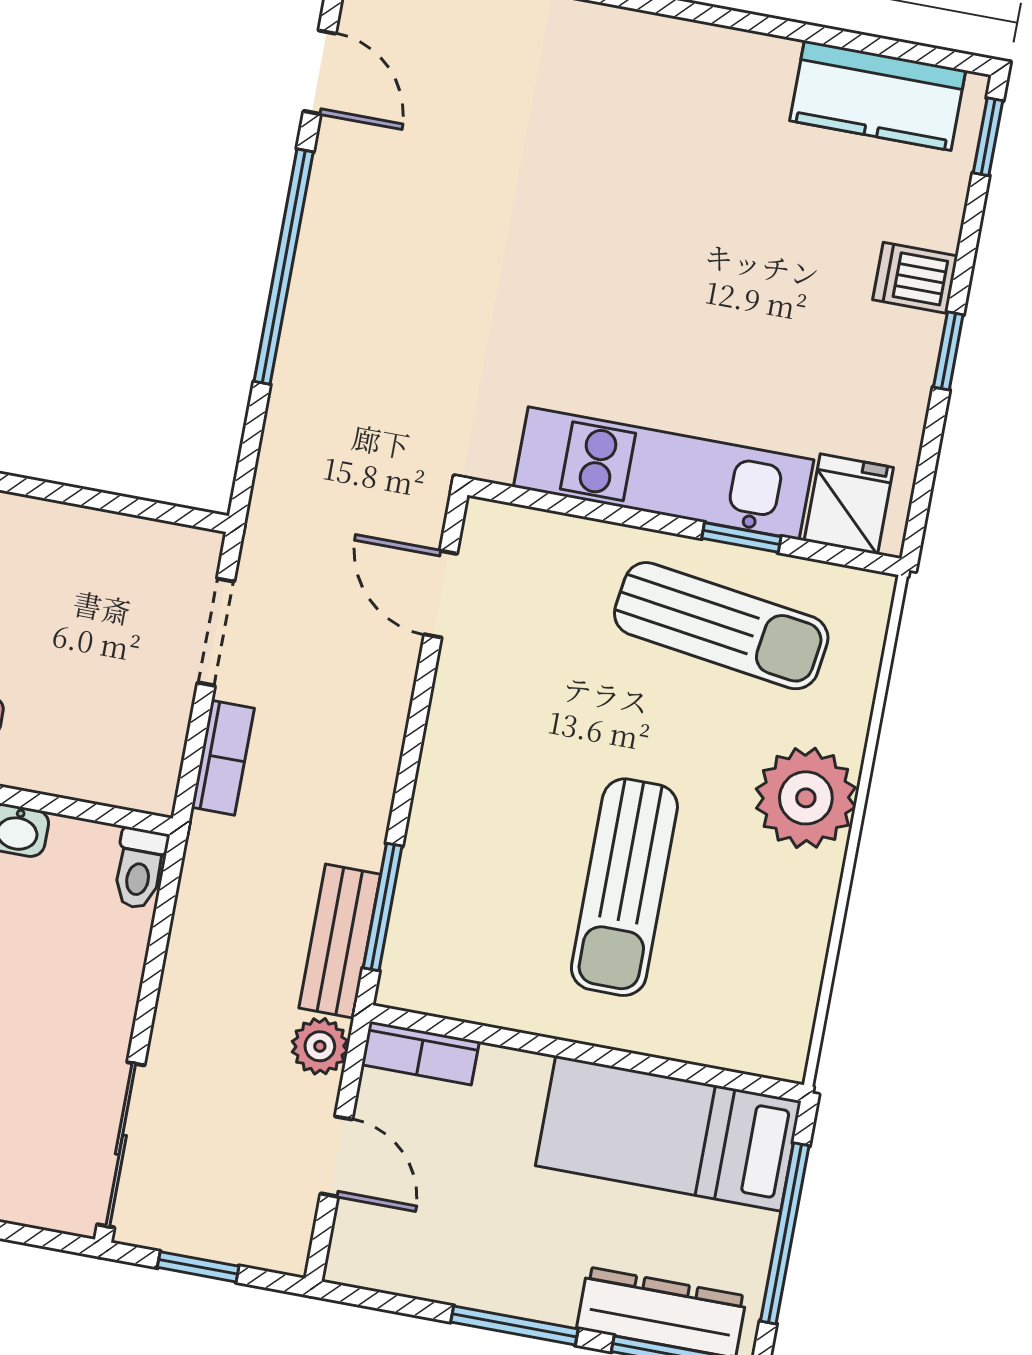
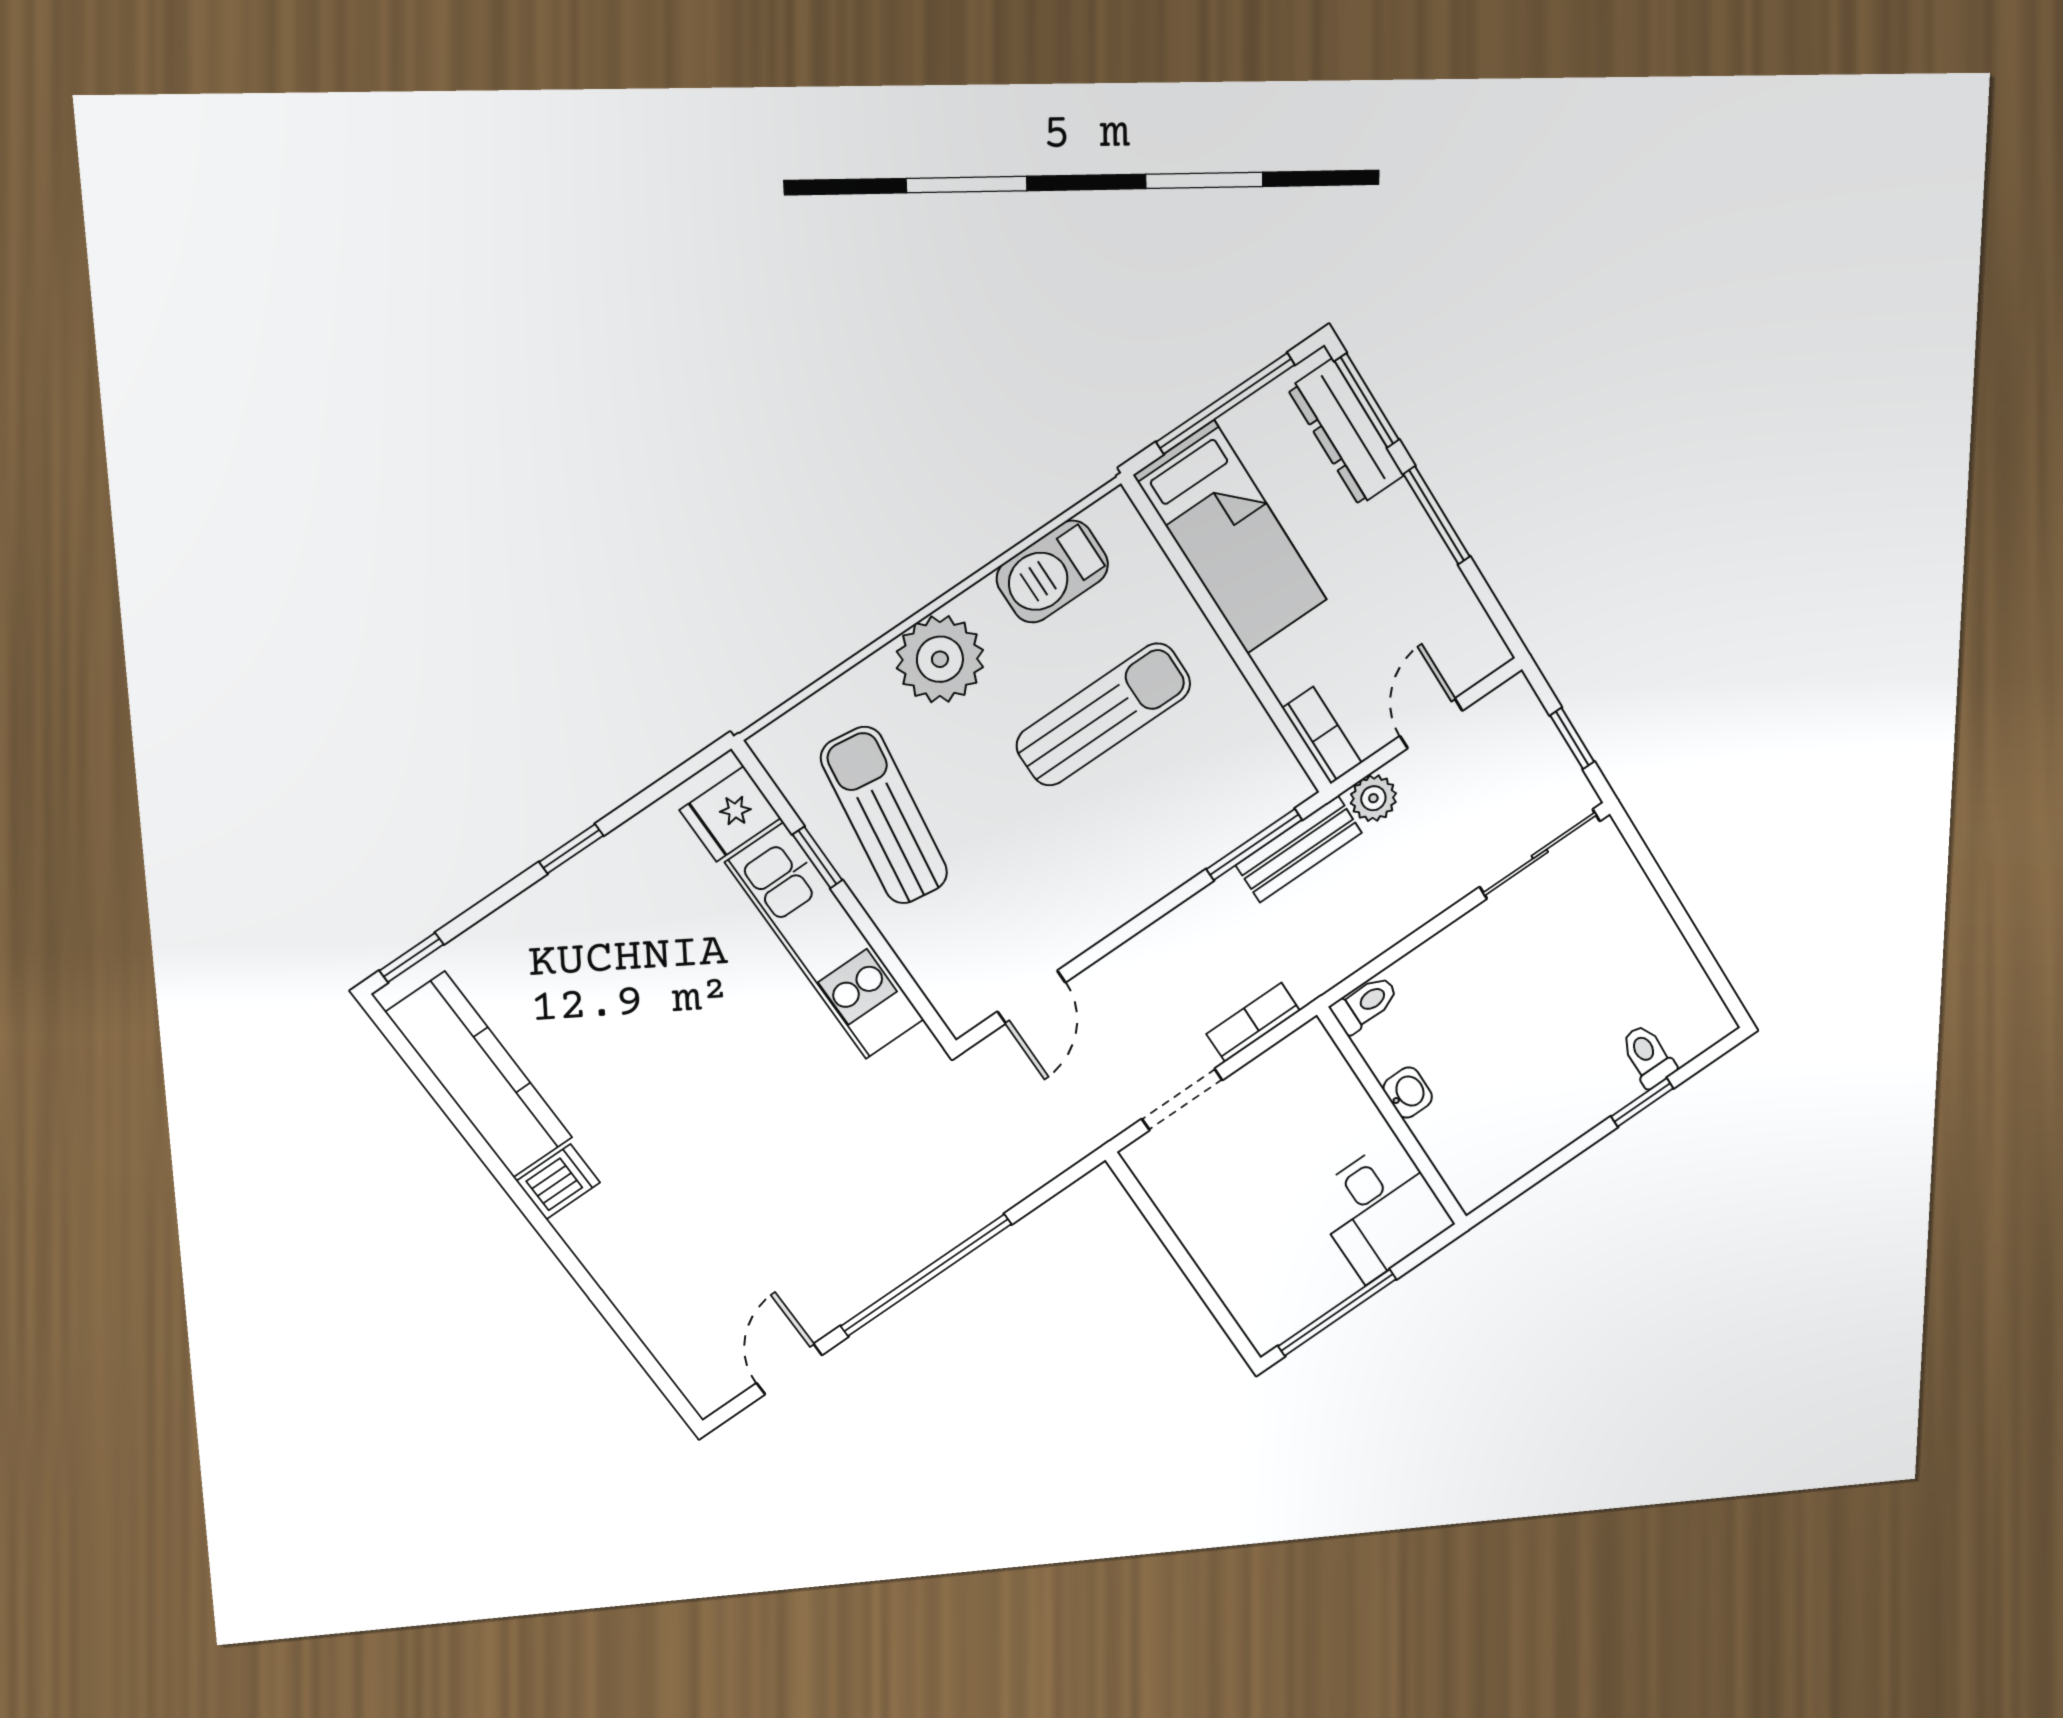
kitchen counter: (878, 96) -> (479, 1075), width x1.50
dishwasher: (915, 278) -> (558, 1182), moved, turned -90
barbecue: (787, 959) -> (1052, 572), added

